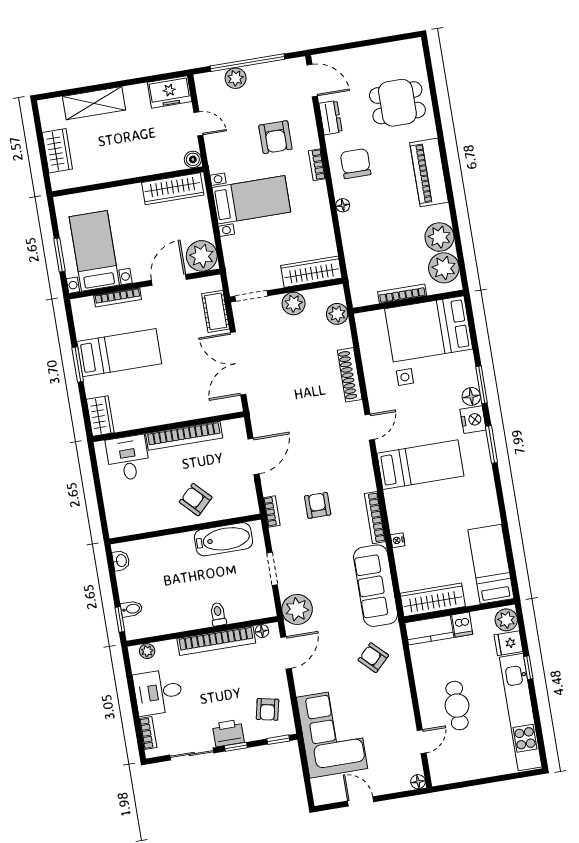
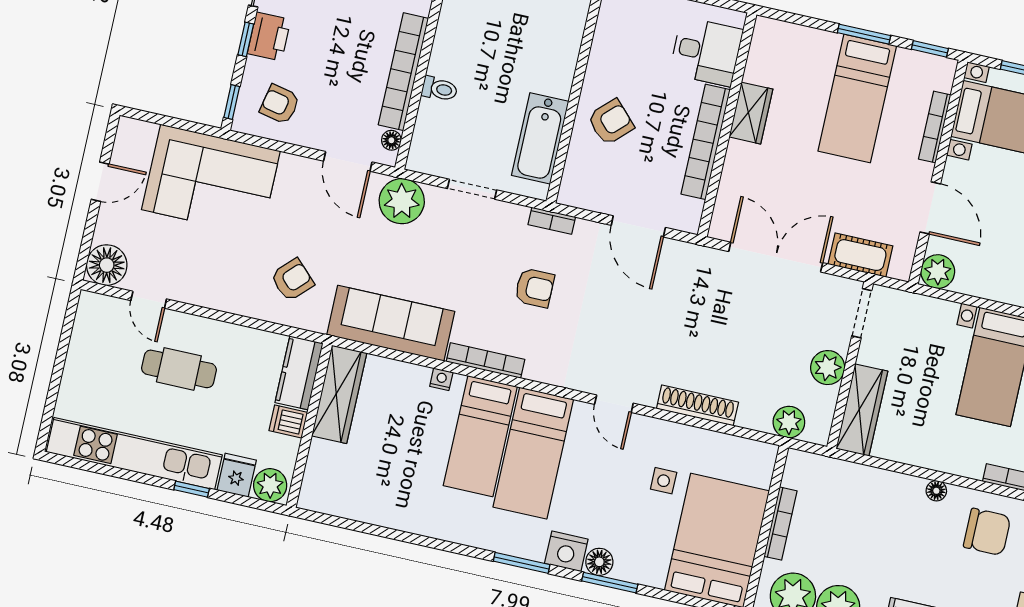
plant: (202, 256) -> (938, 272), width x0.73, depth x0.73
window: (70, 320) -> (930, 49), added
wardrobe: (100, 416) -> (751, 113), moved, turned -90
bed: (491, 564) -> (480, 436), moved, turned 90
floor lamp: (418, 782) -> (107, 265), width x1.89, depth x1.89

